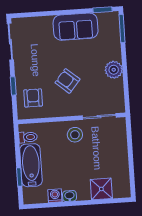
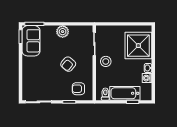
sofa: (76, 27) -> (31, 41), moved
shower: (101, 189) -> (138, 46), width x1.86, depth x1.86

